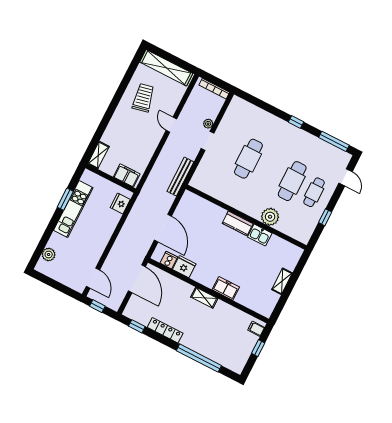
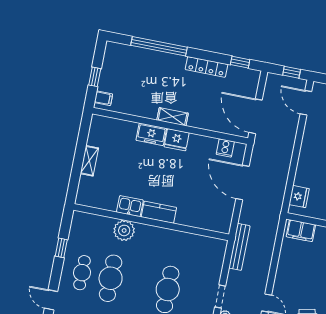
fridge: (184, 267) -> (177, 140), moved

